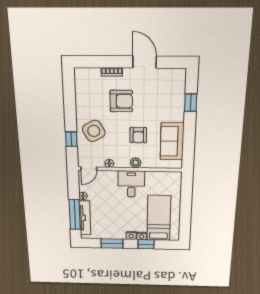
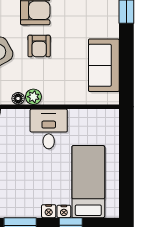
armchair: (138, 135) -> (39, 46), moved
plant: (136, 163) -> (33, 97), moved

